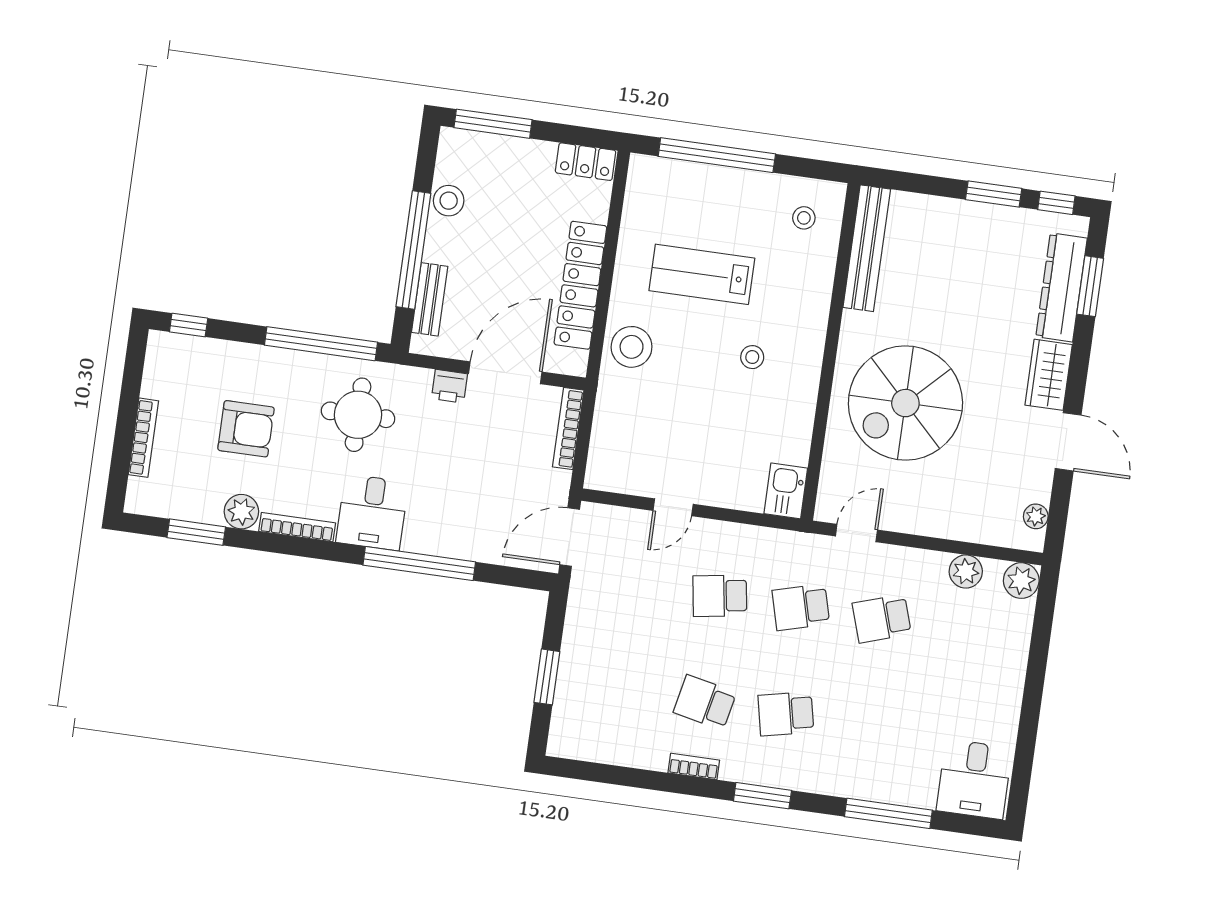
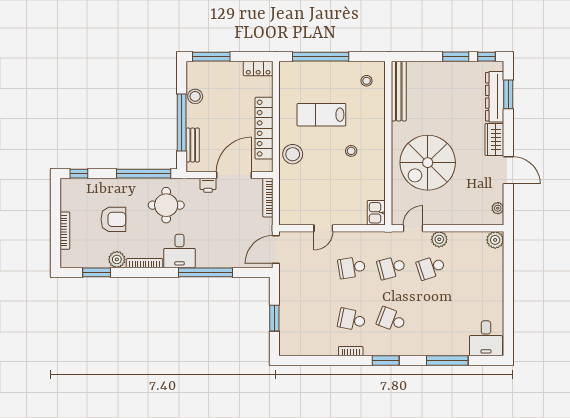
plant: (966, 571) -> (439, 239), moved
school desk: (786, 714) -> (391, 320), turned 33

